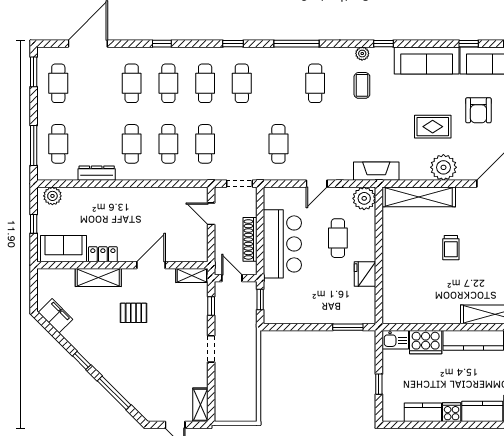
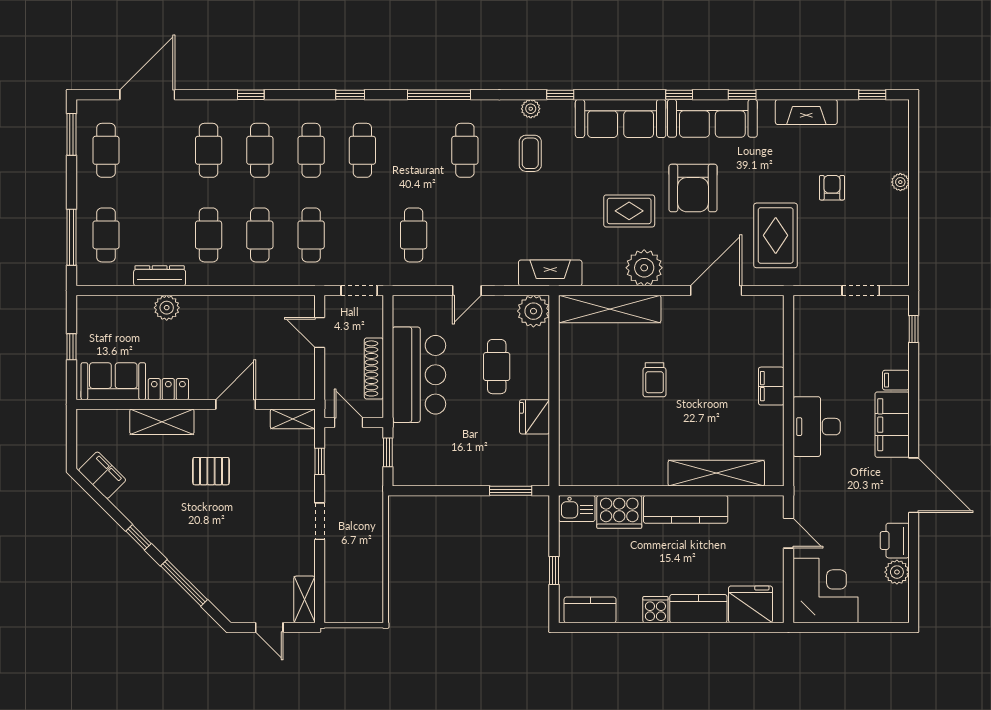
armchair: (478, 110) -> (693, 188), width x1.36, depth x1.36
plant: (52, 196) -> (167, 308), moved
kitchen counter: (423, 412) -> (590, 610), moved

